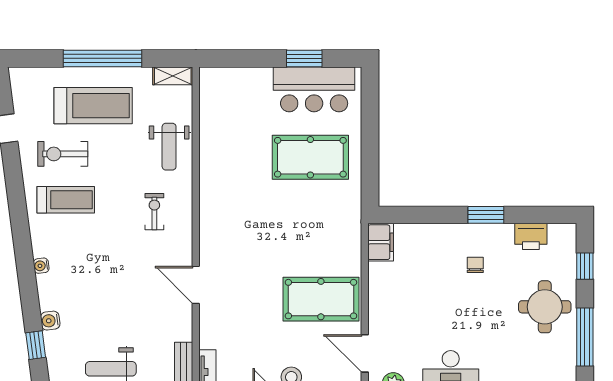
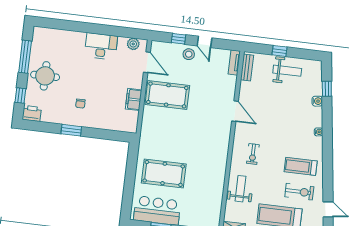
printer: (531, 236) -> (32, 113), moved
filing cabinet: (381, 242) -> (134, 99), moved

